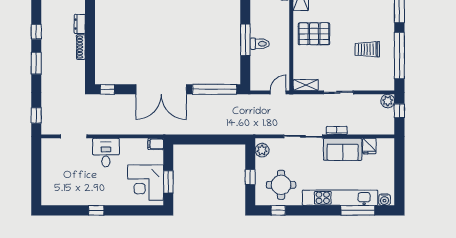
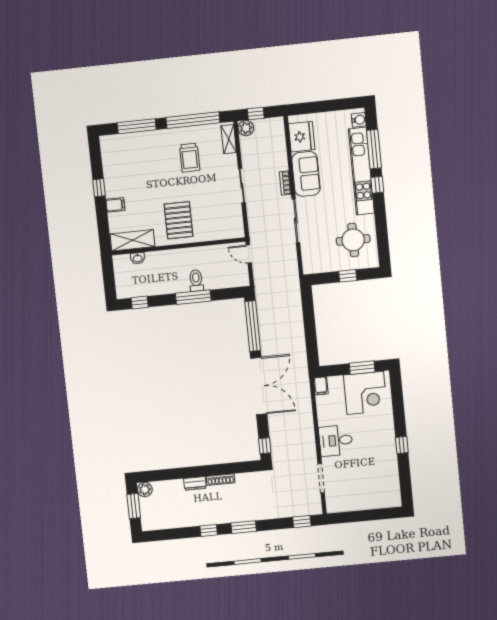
shelving: (306, 85) -> (229, 139), moved
fridge: (369, 146) -> (302, 137), width x1.88, depth x1.34
plant: (262, 150) -> (316, 266), removed
window: (278, 210) -> (377, 185), moved

